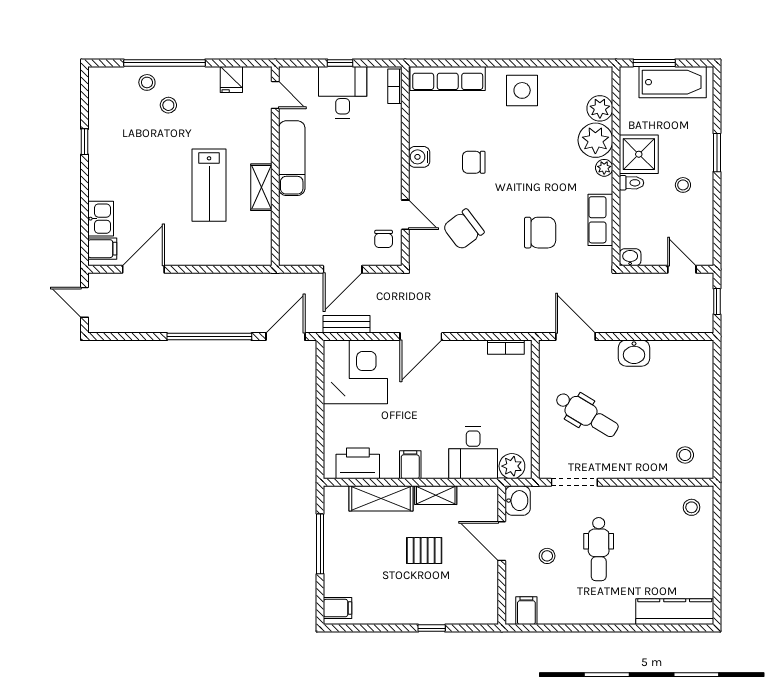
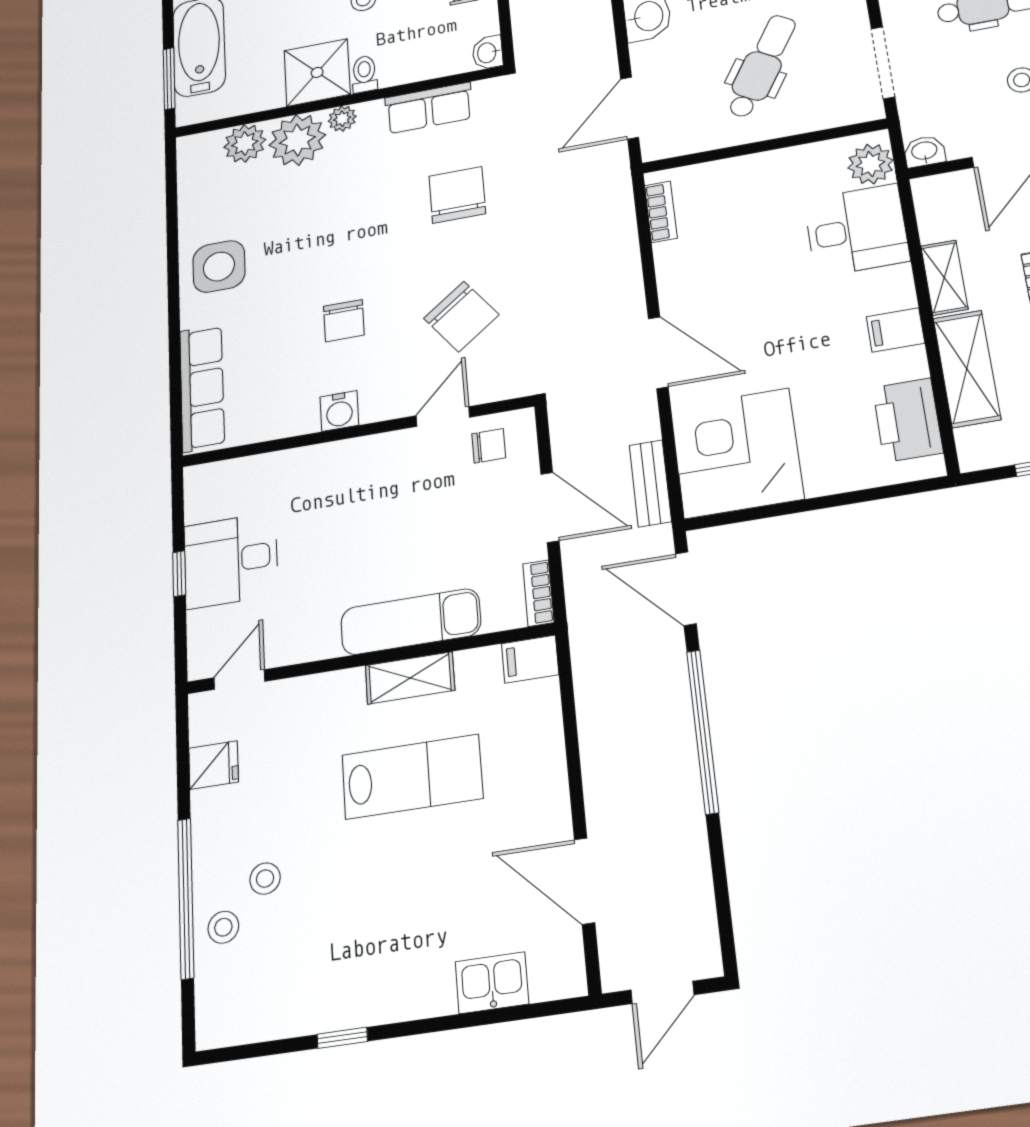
bookcase: (395, 86) -> (538, 593), moved, turned 90
exam couch: (292, 158) -> (411, 622), moved
filing cabinet: (102, 249) -> (530, 659), moved, turned -90
washbasin: (518, 501) -> (924, 151), width x0.72, depth x0.69

